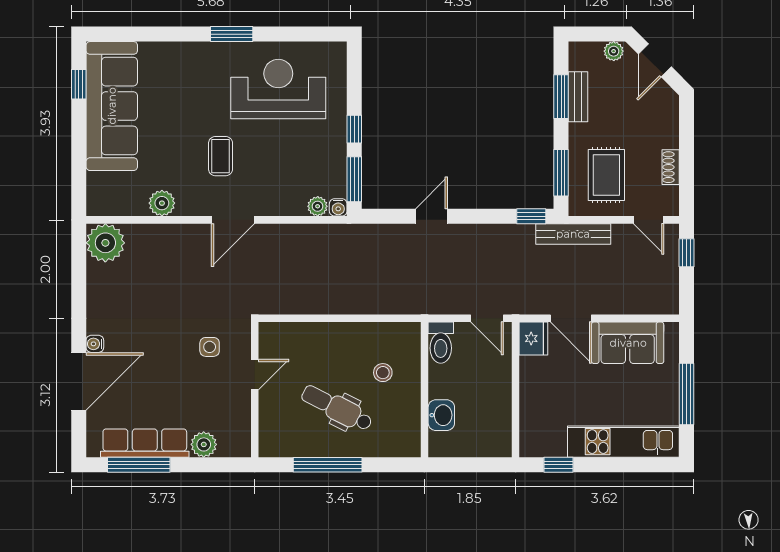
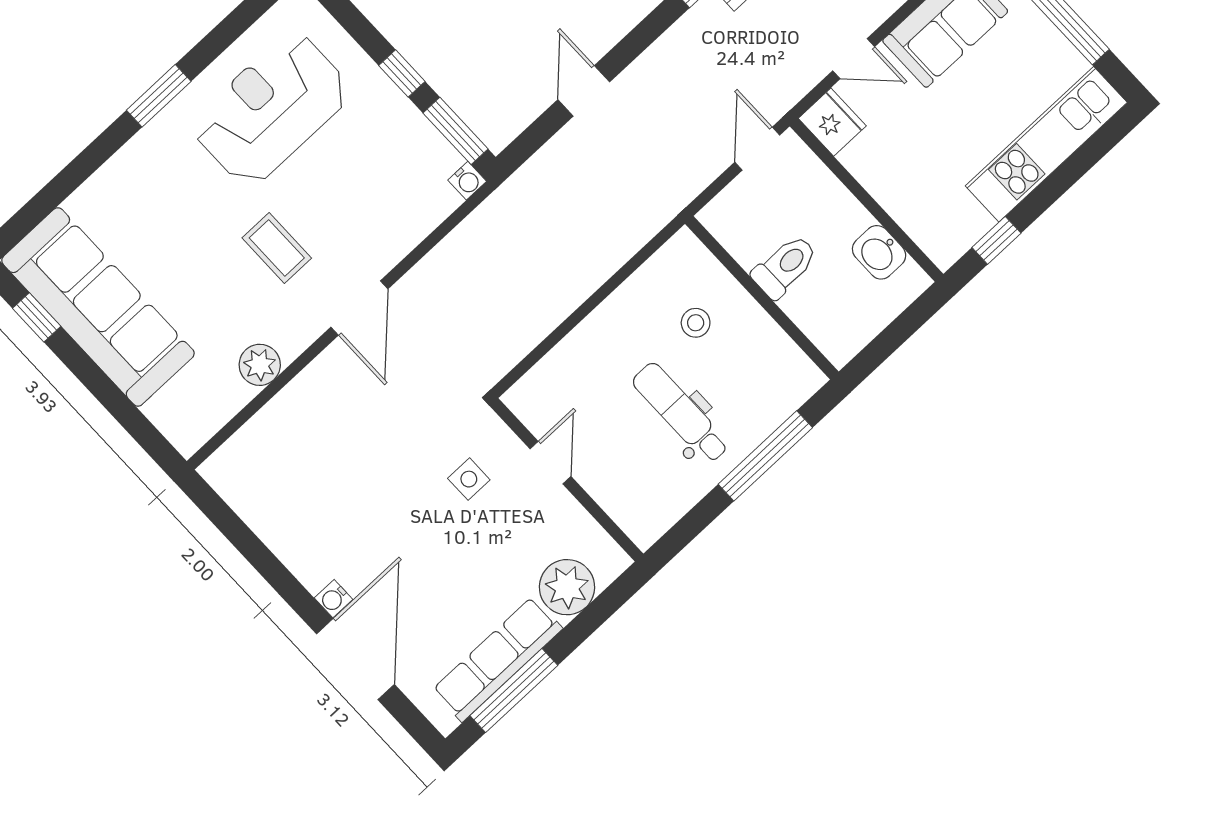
plant: (318, 206) -> (442, 202), removed
plant: (105, 243) -> (237, 471), removed
door: (487, 318) -> (757, 149), swing flipped
door: (571, 318) -> (854, 59), width x0.73
toilet: (441, 343) -> (785, 266), moved, turned -90
dental chair: (337, 408) -> (681, 413), turned 63
washbasin: (441, 415) -> (879, 252), moved, turned 180
plant: (204, 444) -> (567, 587), width x1.36, depth x1.36
window: (328, 465) -> (765, 456), moved

